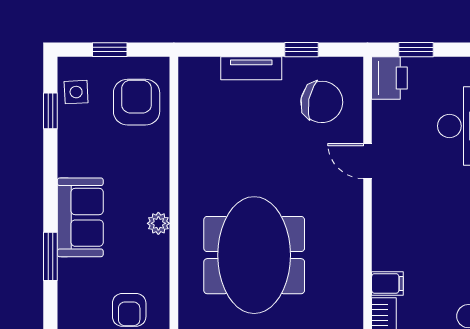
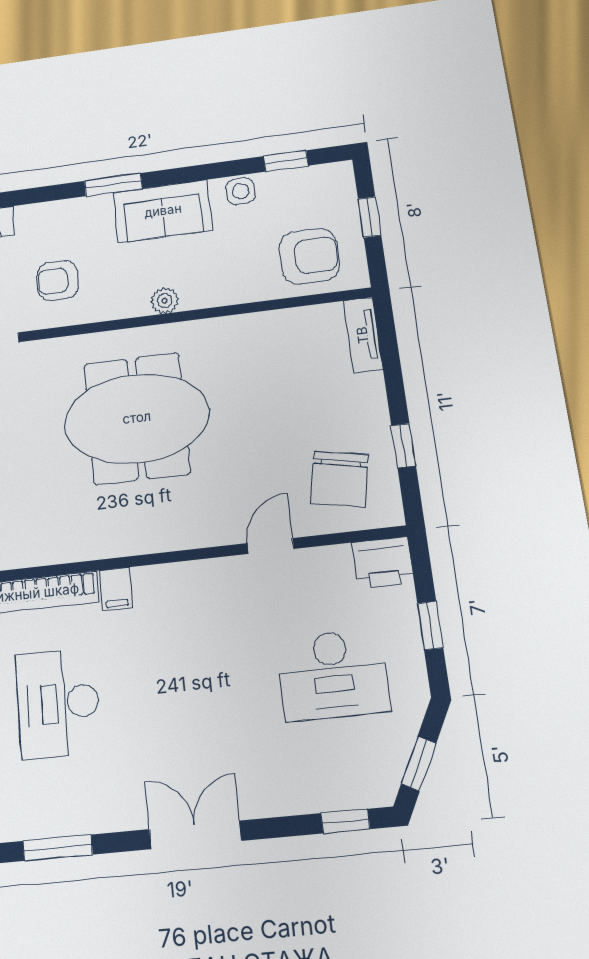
window: (416, 50) -> (430, 626), moved
tv unit: (251, 68) -> (363, 335), moved
side table: (76, 92) -> (240, 191), moved

